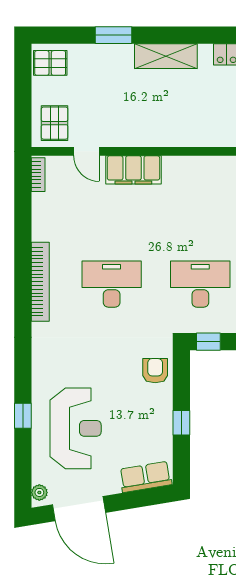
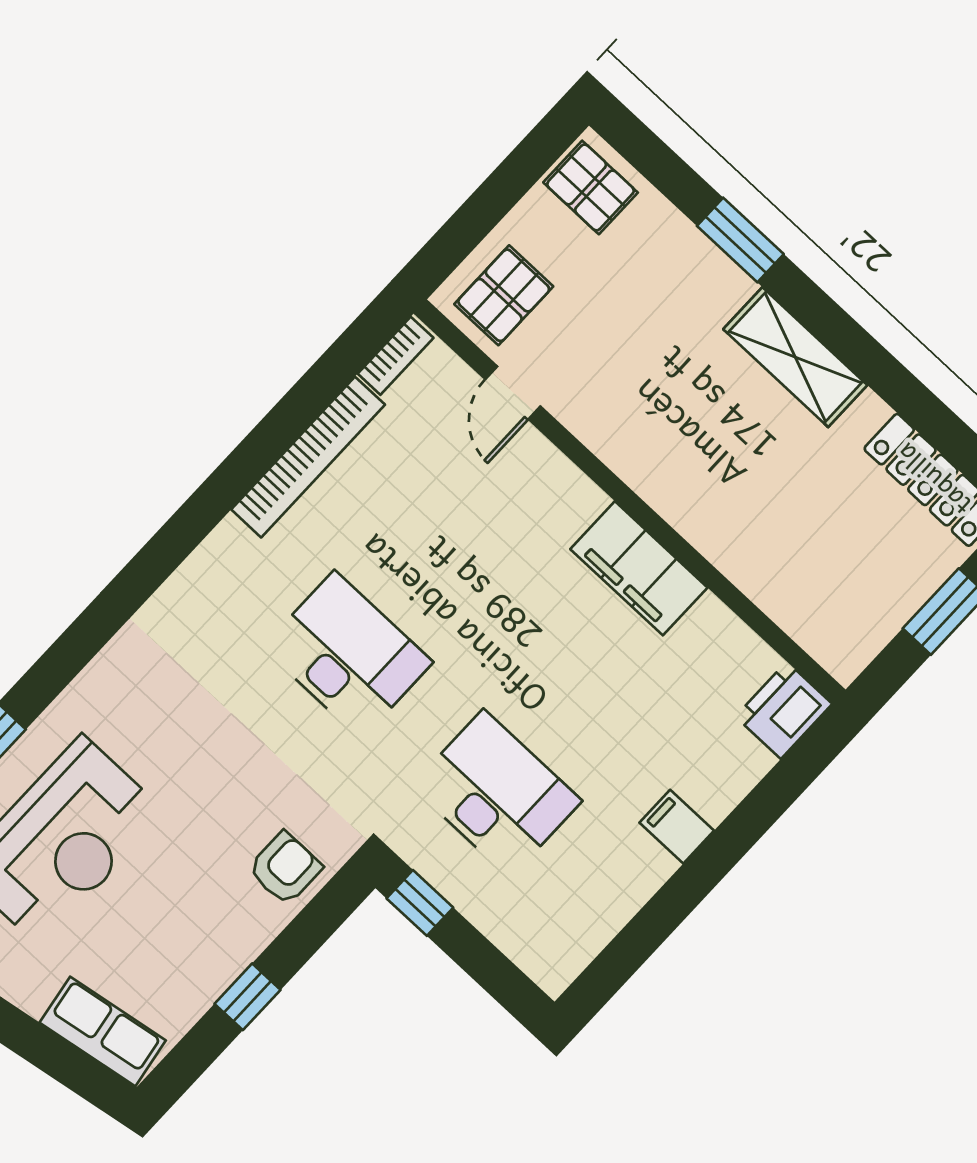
filing cabinet: (133, 170) -> (639, 568), moved
bookcase: (40, 282) -> (308, 457), moved

